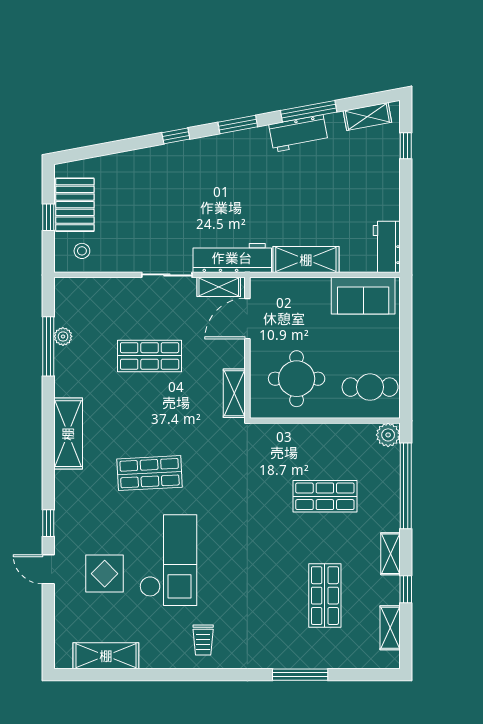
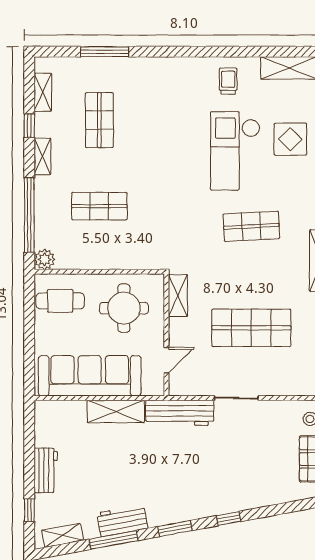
workbench: (387, 247) -> (46, 470), moved
shelving: (219, 287) -> (191, 388), removed
sofa: (363, 296) -> (90, 376), width x1.85, depth x1.27
door: (247, 319) -> (166, 360), width x0.73
shop shelf: (150, 356) -> (251, 328), width x1.43, depth x1.36
trolley: (203, 640) -> (228, 81), moved
window: (300, 675) -> (104, 52), moved

